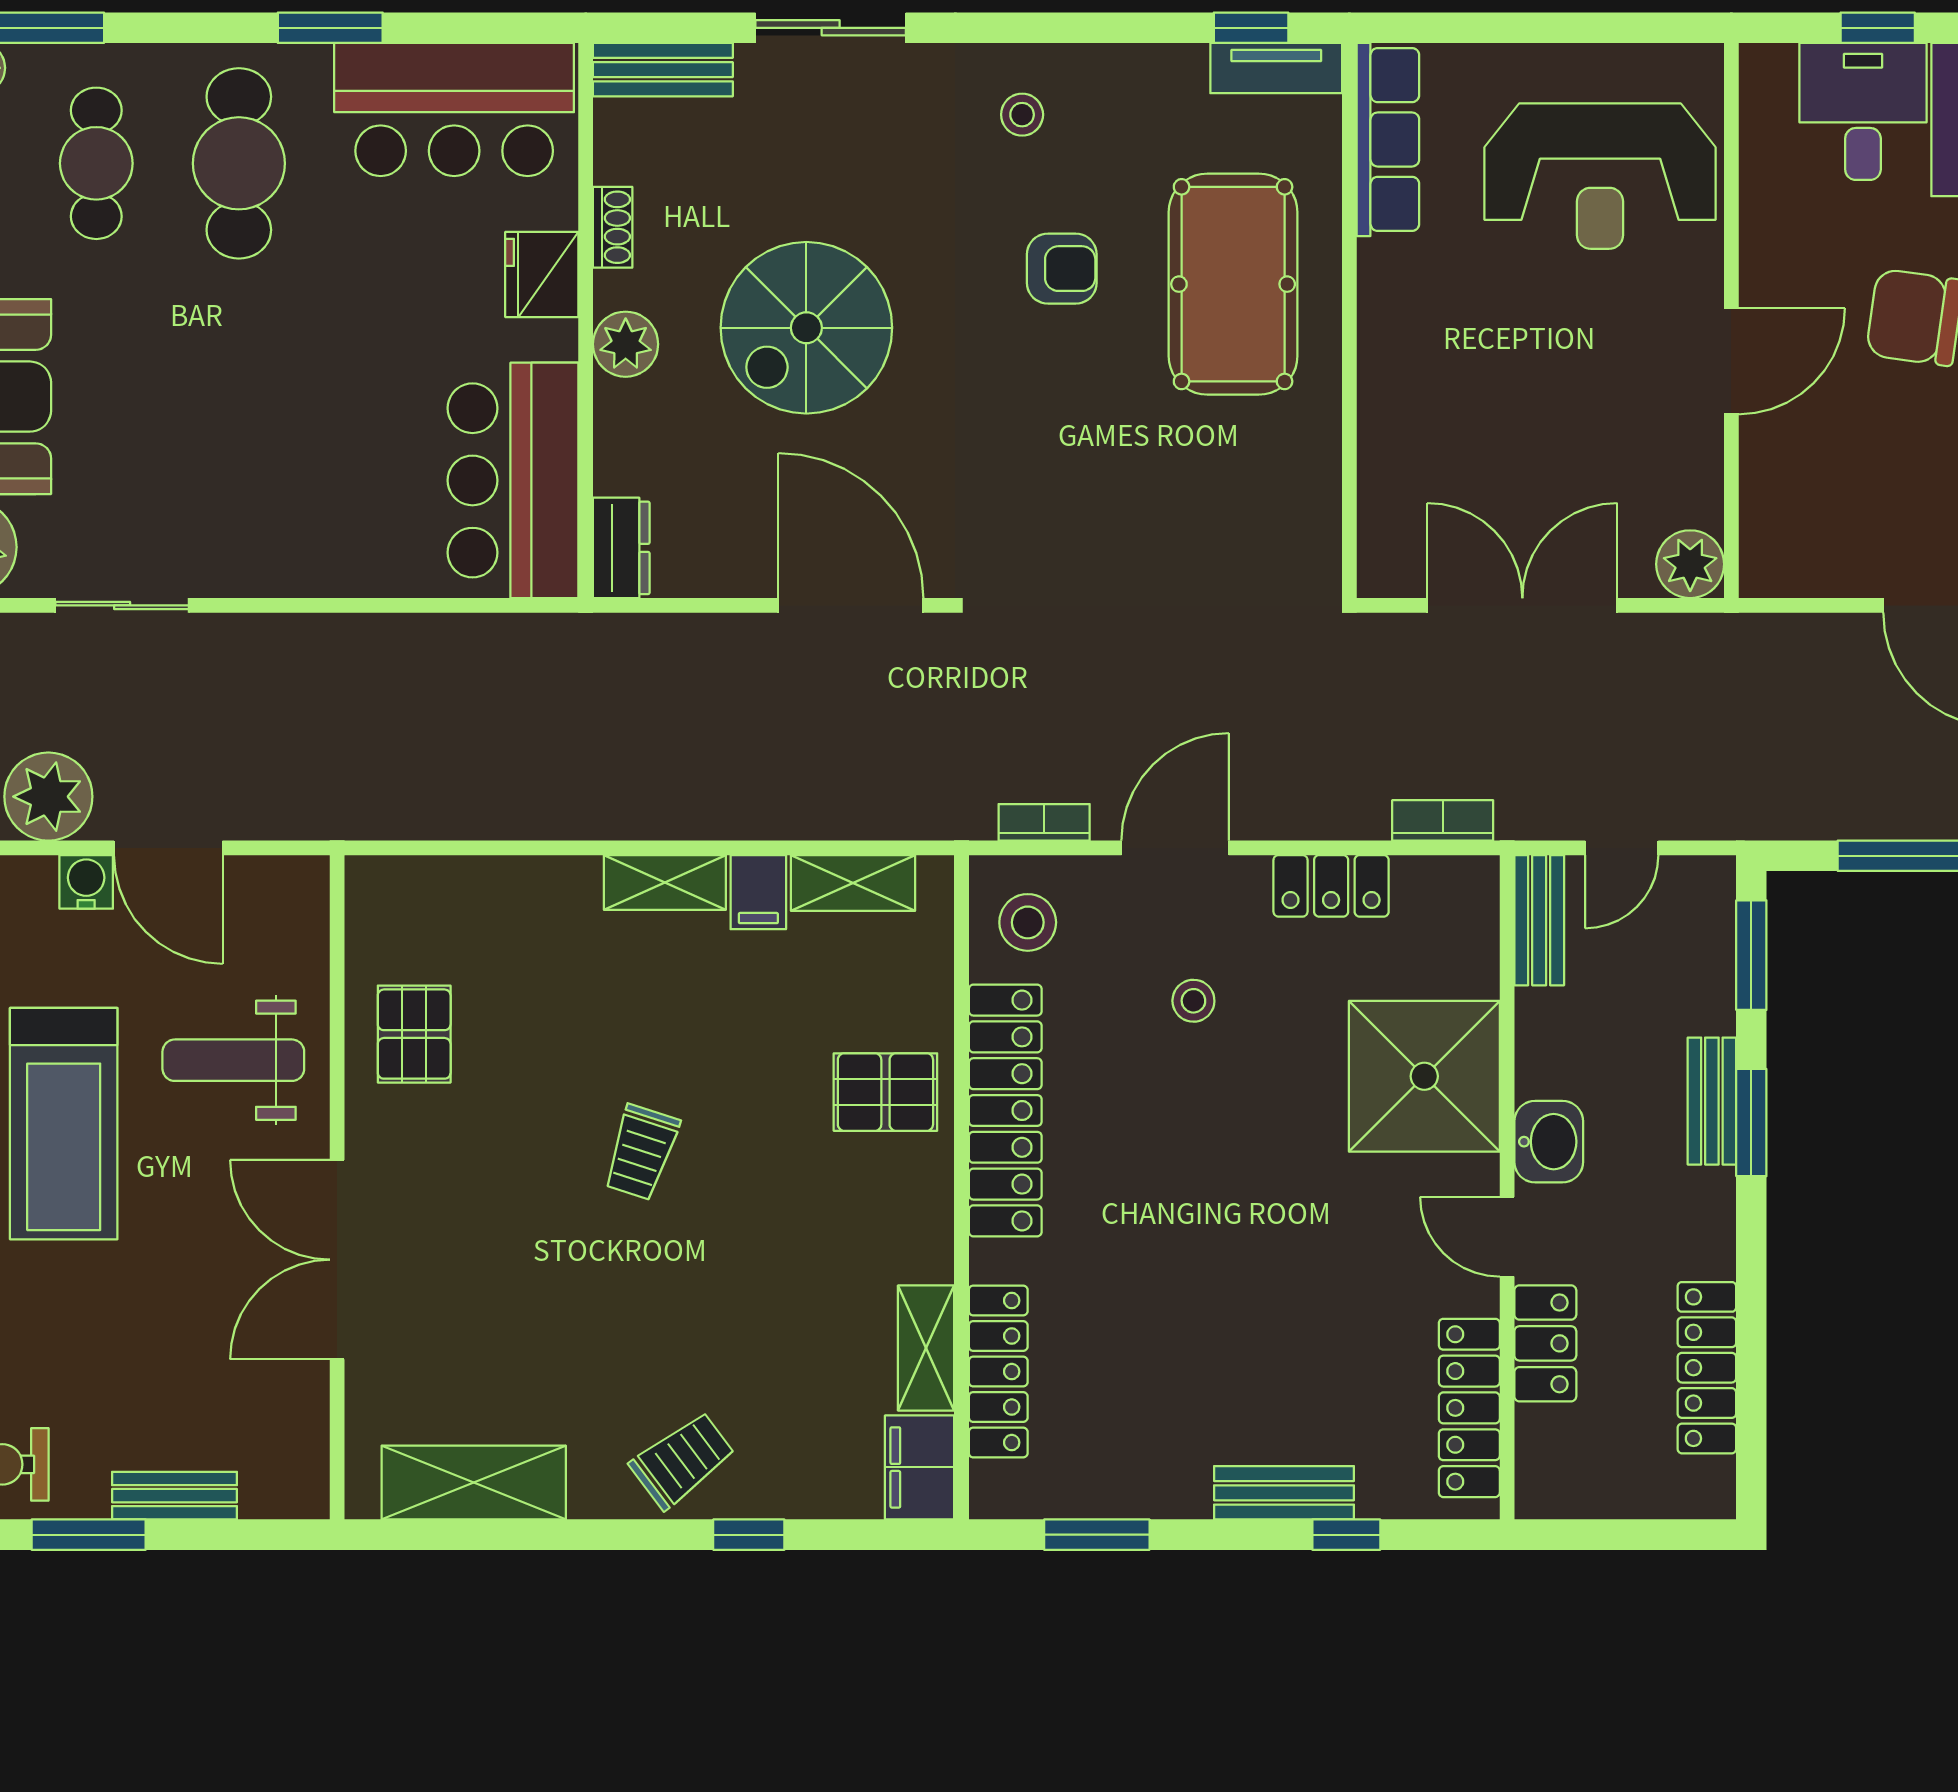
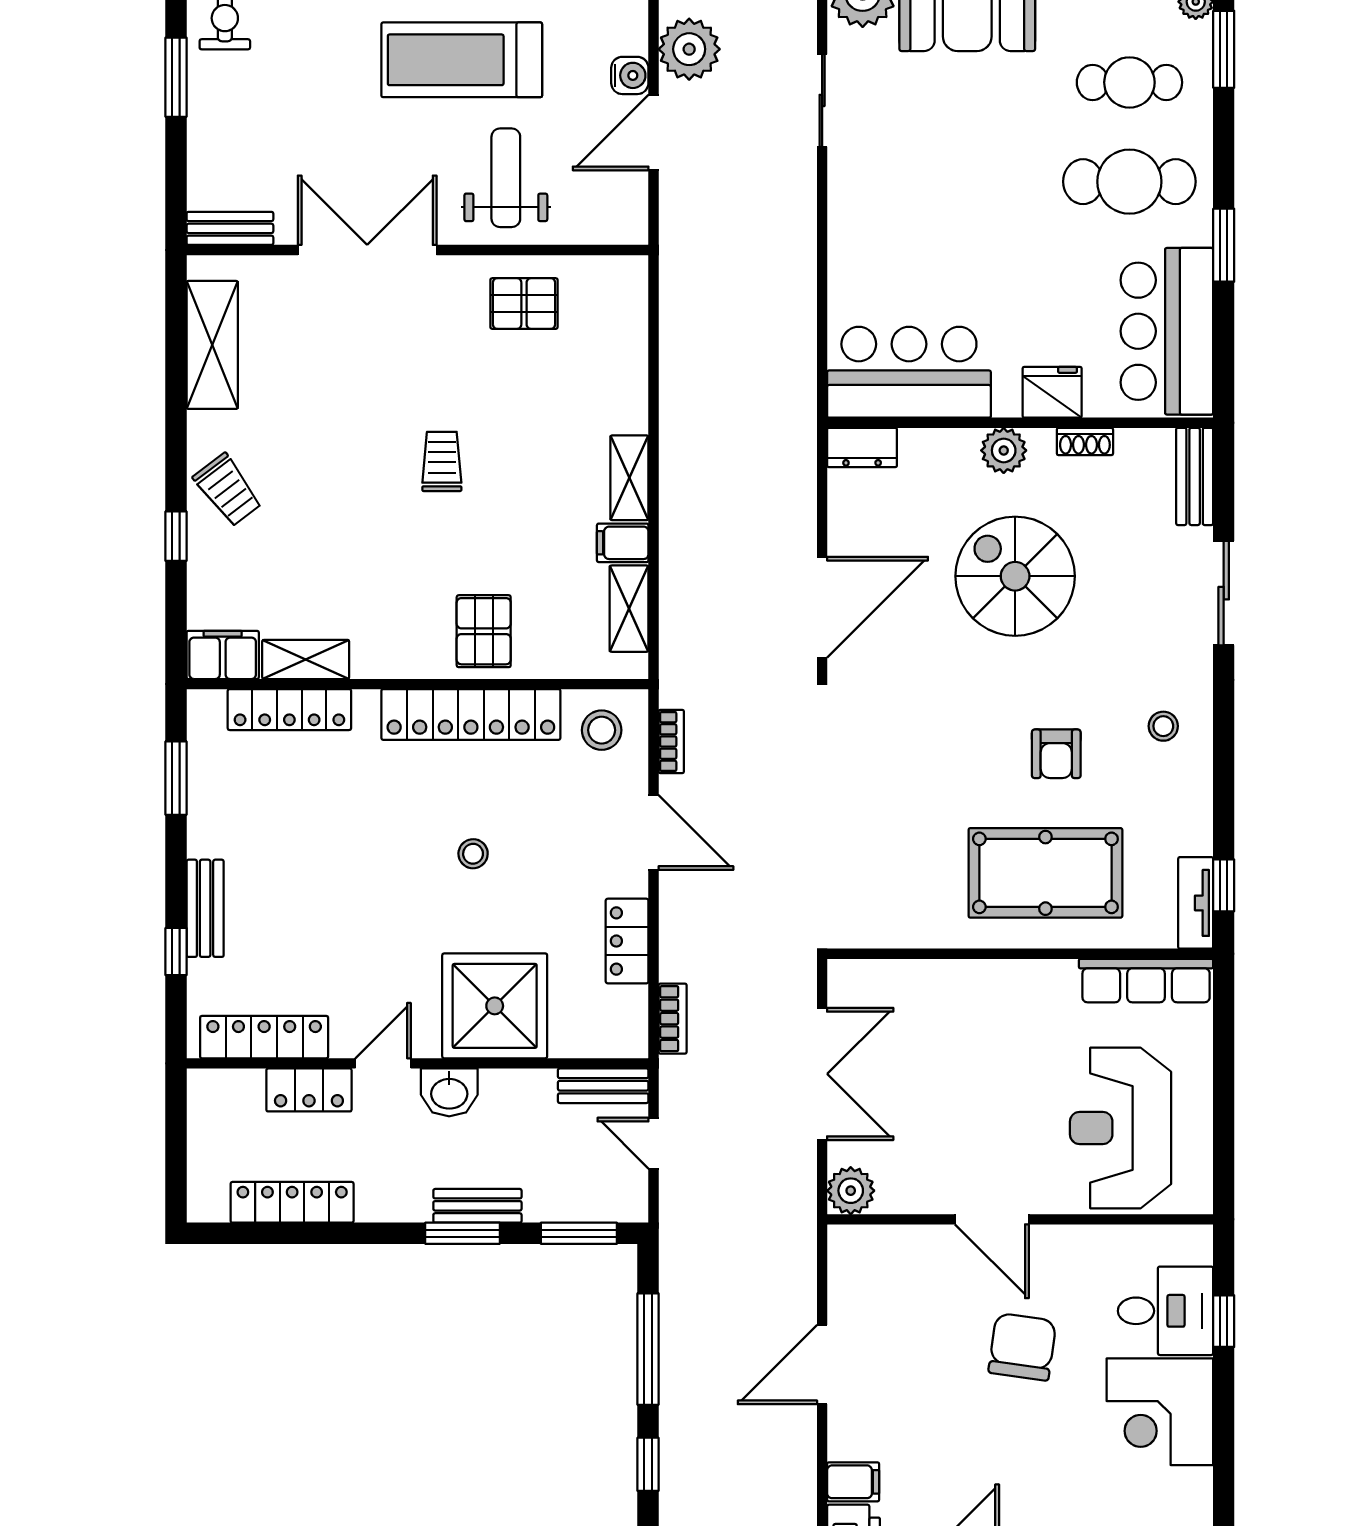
stool: (1193, 1001) -> (473, 854), moved
trolley: (641, 1152) -> (442, 461), turned 72
bench: (174, 1496) -> (230, 228), moved, turned 90

